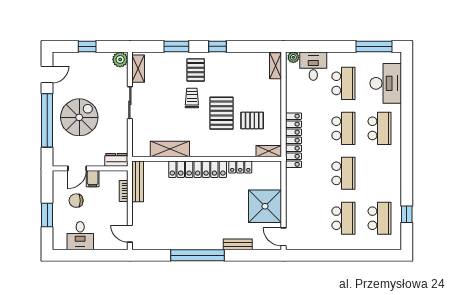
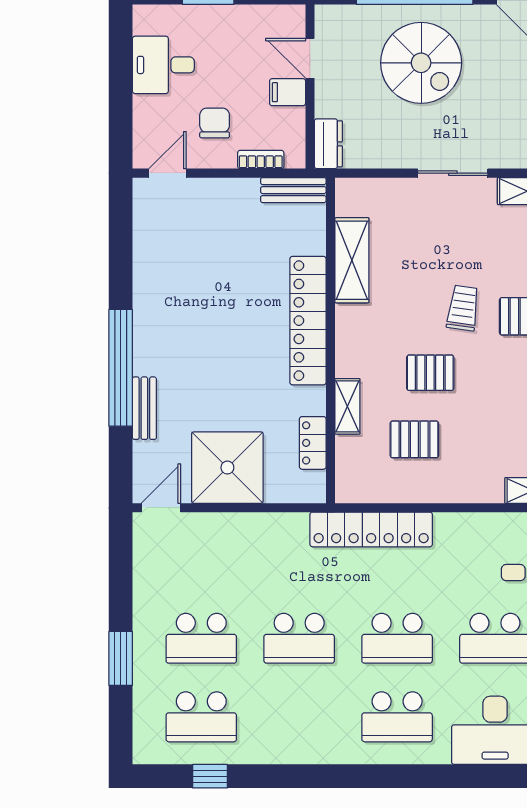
trolley: (192, 98) -> (463, 308), turned -82
pallet: (222, 113) -> (430, 373), width x0.67, depth x0.71
pallet: (252, 120) -> (414, 439), turned 90
shelving: (269, 151) -> (347, 406), moved
locker: (240, 167) -> (313, 443), moved
bench: (138, 181) -> (293, 190), width x0.73
chair: (76, 201) -> (215, 123), moved
window: (197, 255) -> (121, 368), moved
window: (353, 255) -> (121, 658), added

